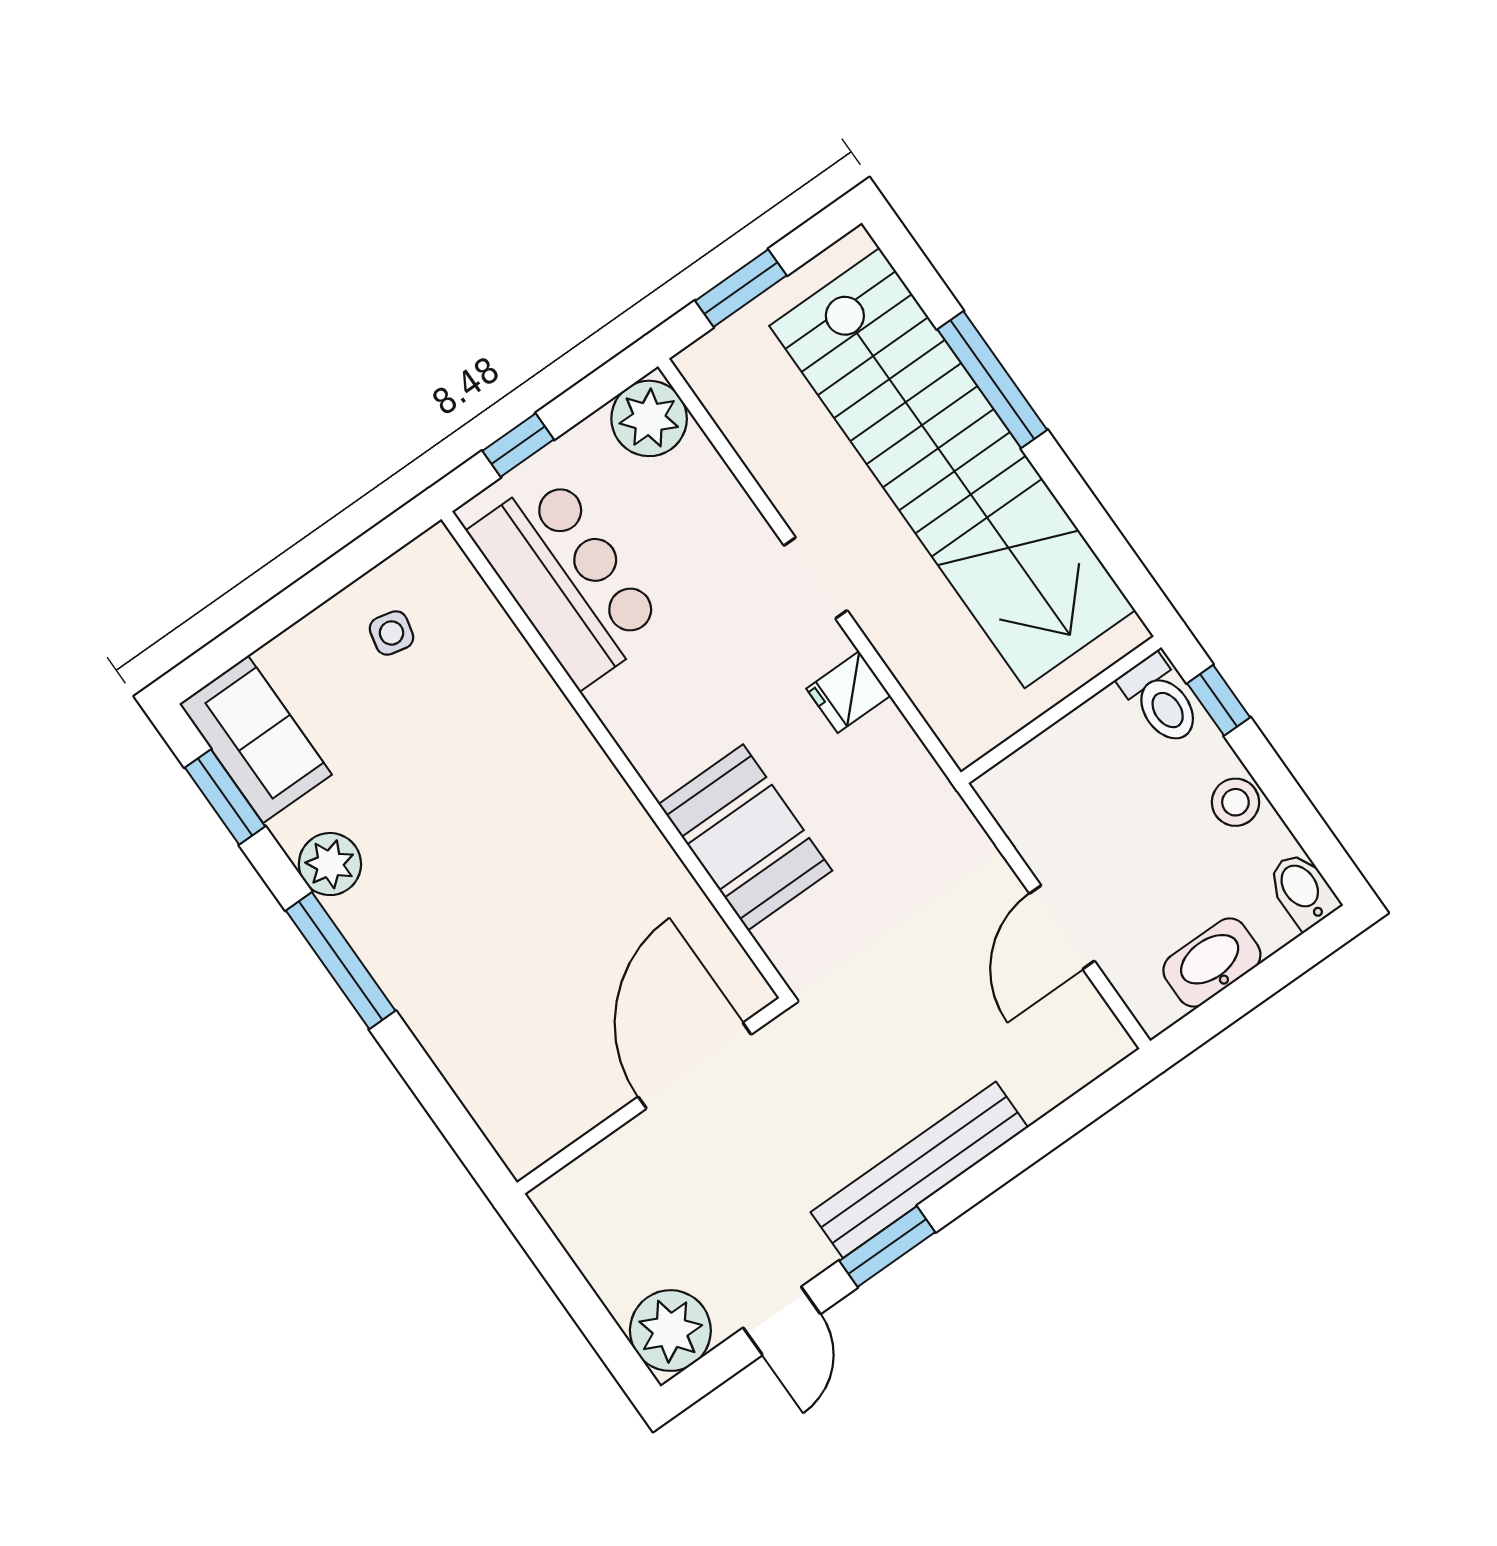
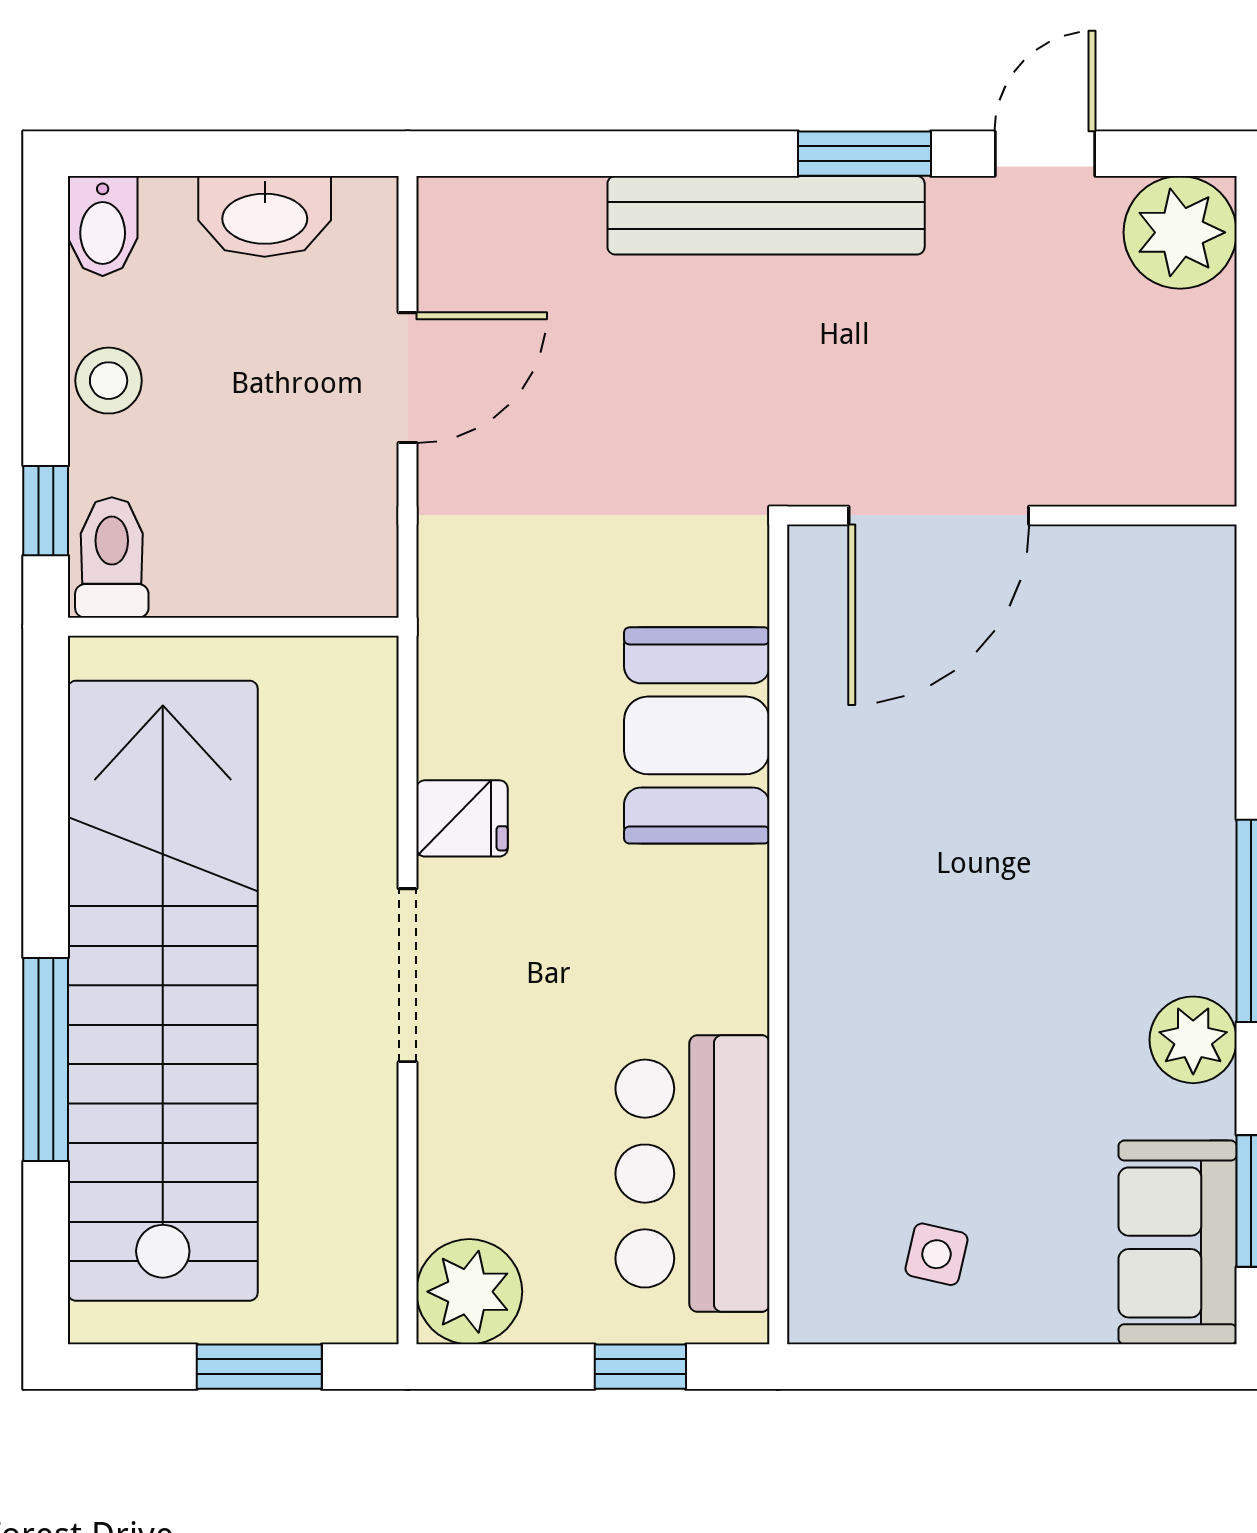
doorway: (816, 578) -> (408, 975), width x1.38

